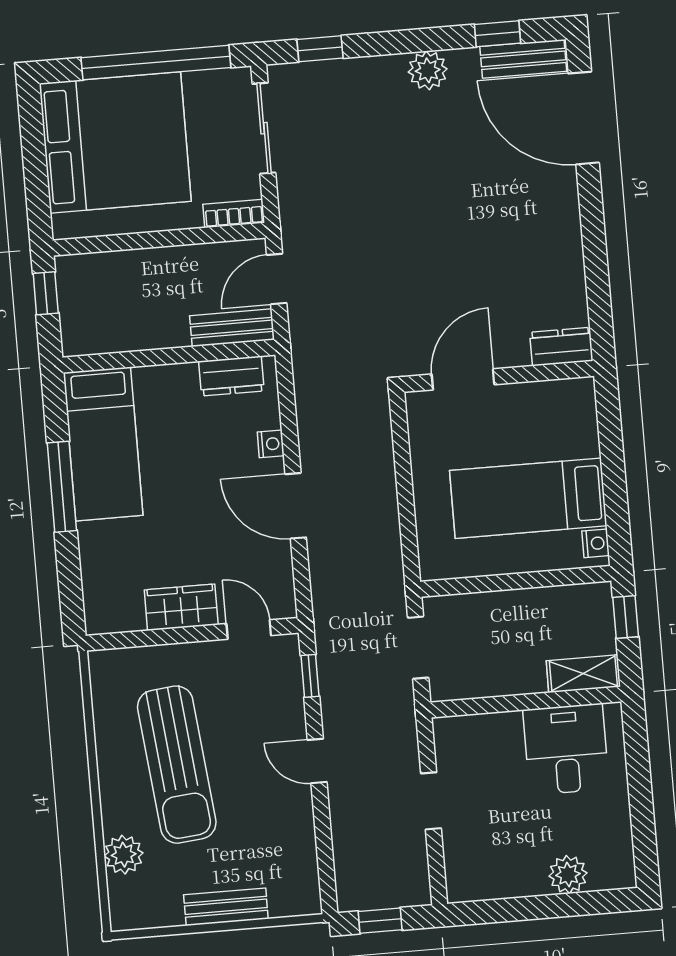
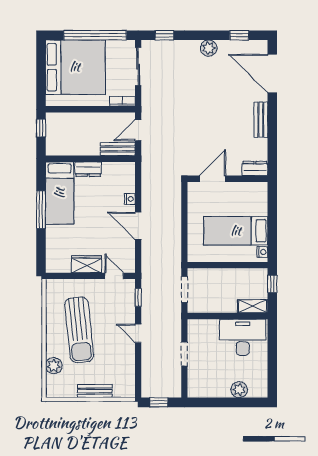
bench: (523, 59) -> (261, 120), moved, turned 90
dresser: (231, 376) -> (88, 169), moved
desk: (566, 749) -> (243, 337), width x1.37

